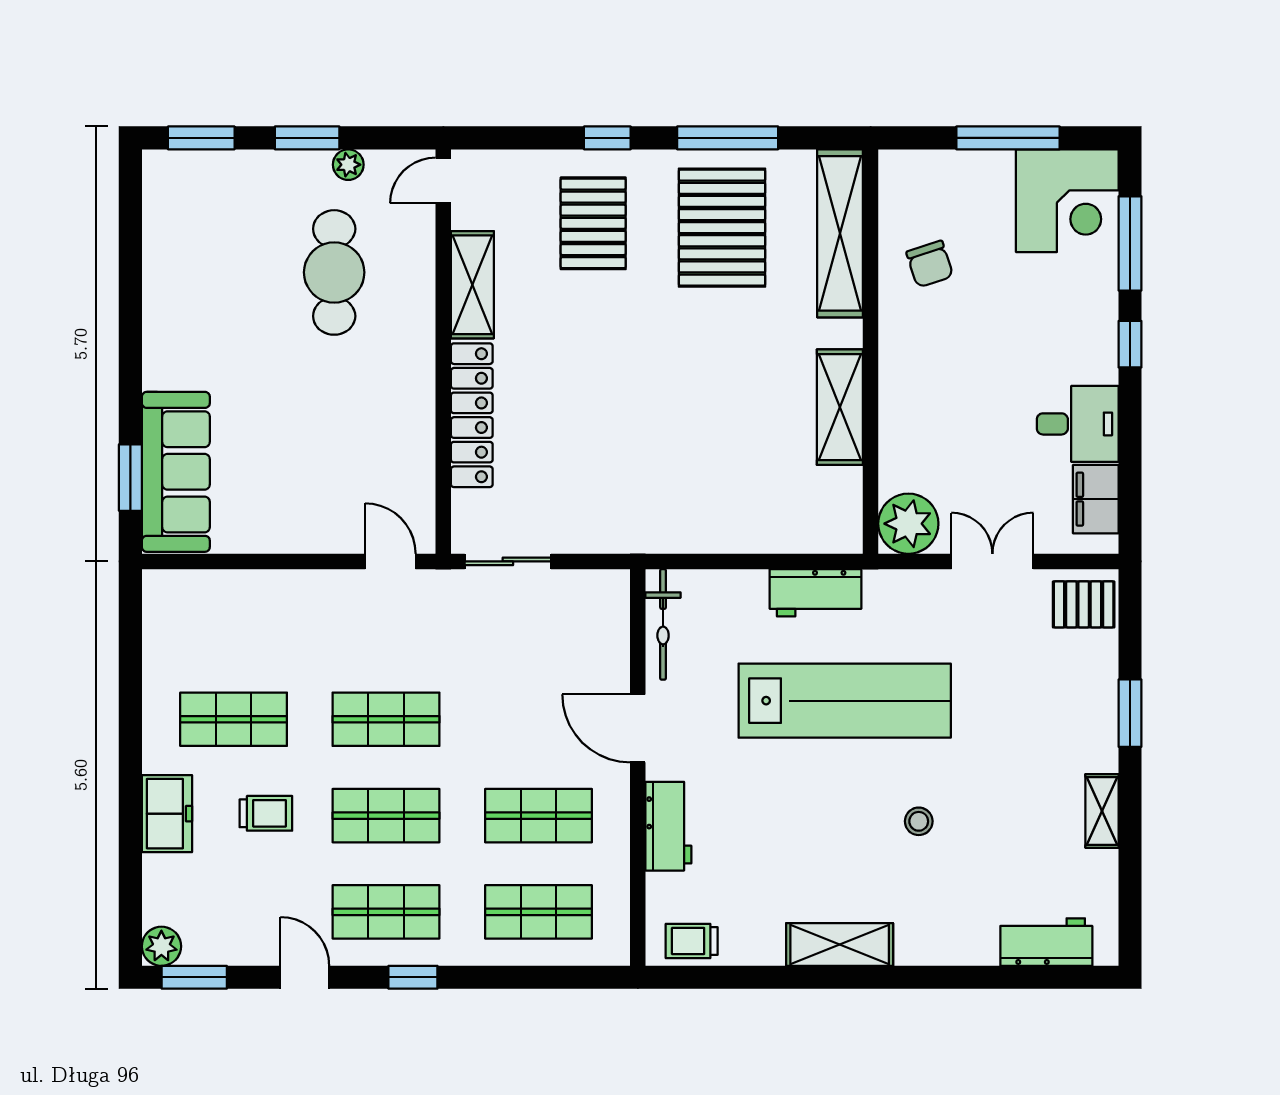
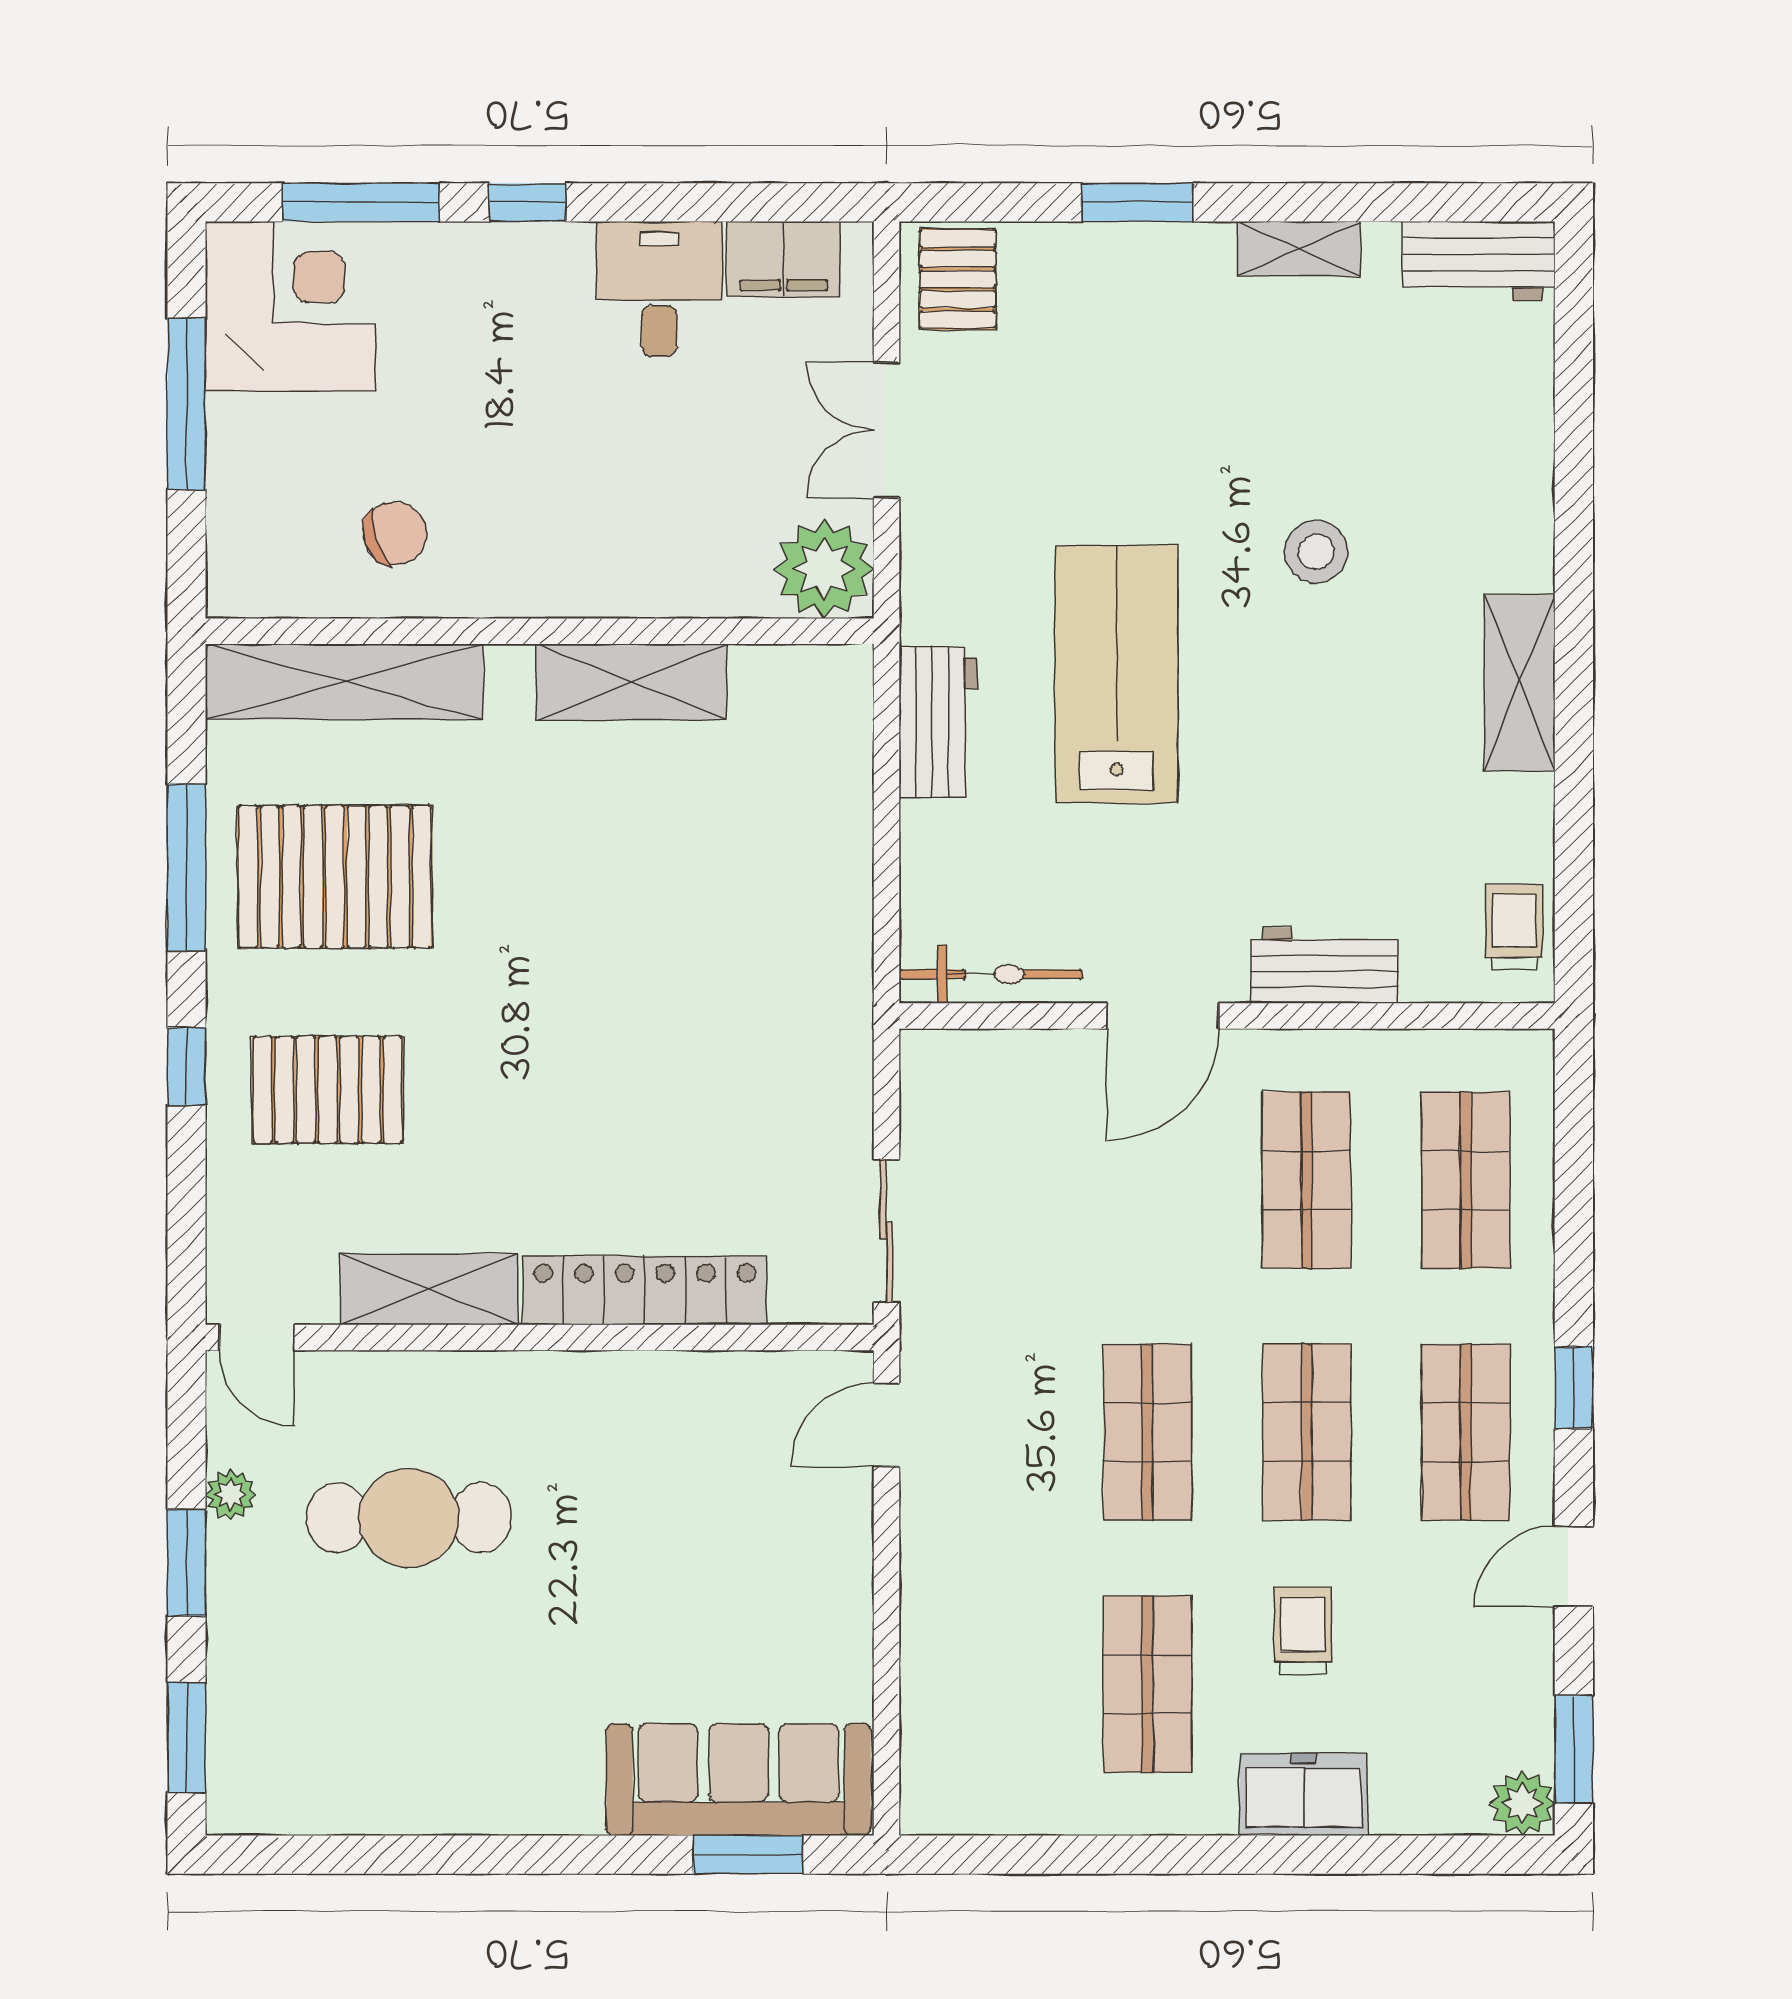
lab bench: (845, 701) -> (1117, 674), width x0.73
stool: (919, 821) -> (1316, 552), width x1.37, depth x1.37
trolley: (692, 941) -> (1514, 927), turned 180
workbench: (1046, 942) -> (1479, 261), moved, turned -90

